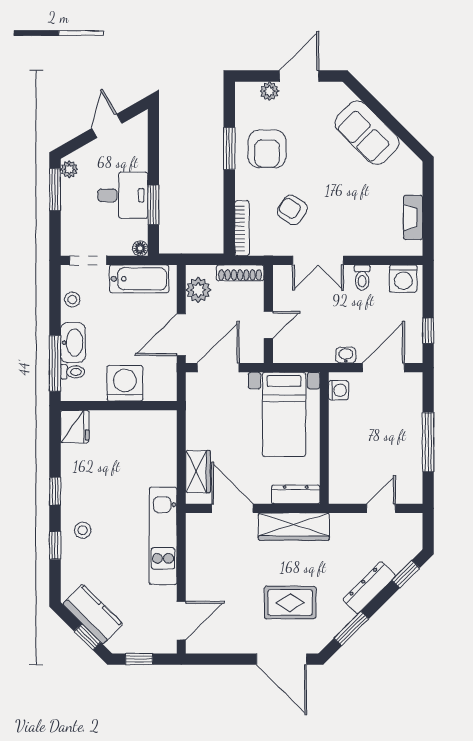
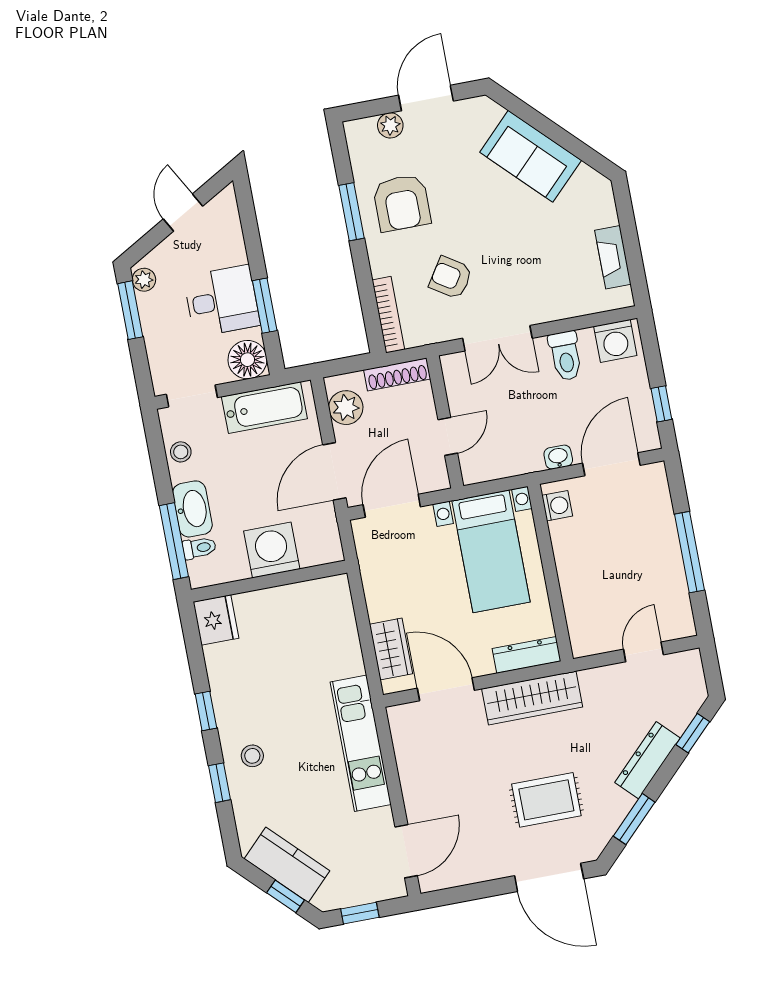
floor lamp: (140, 248) -> (247, 360), width x1.89, depth x1.89
toilet: (362, 278) -> (565, 356), width x1.37, depth x1.39

